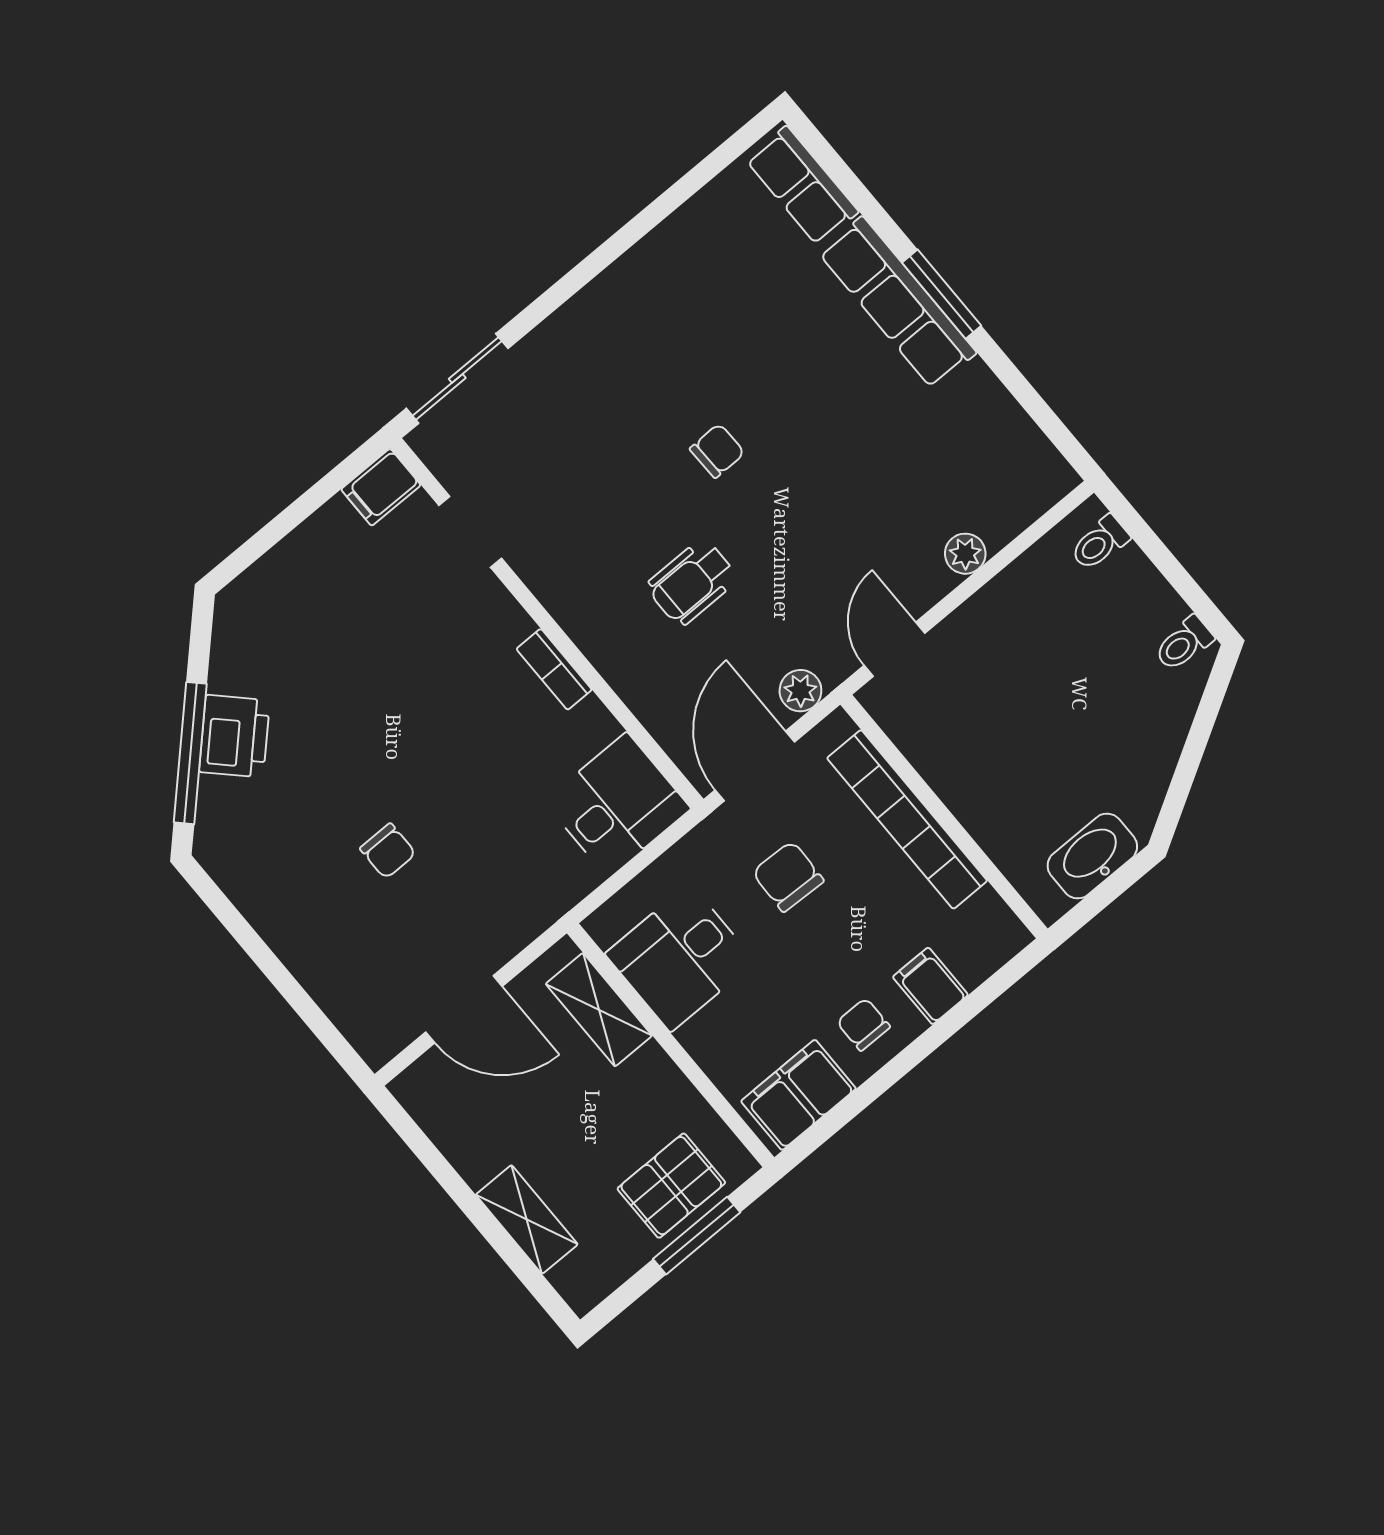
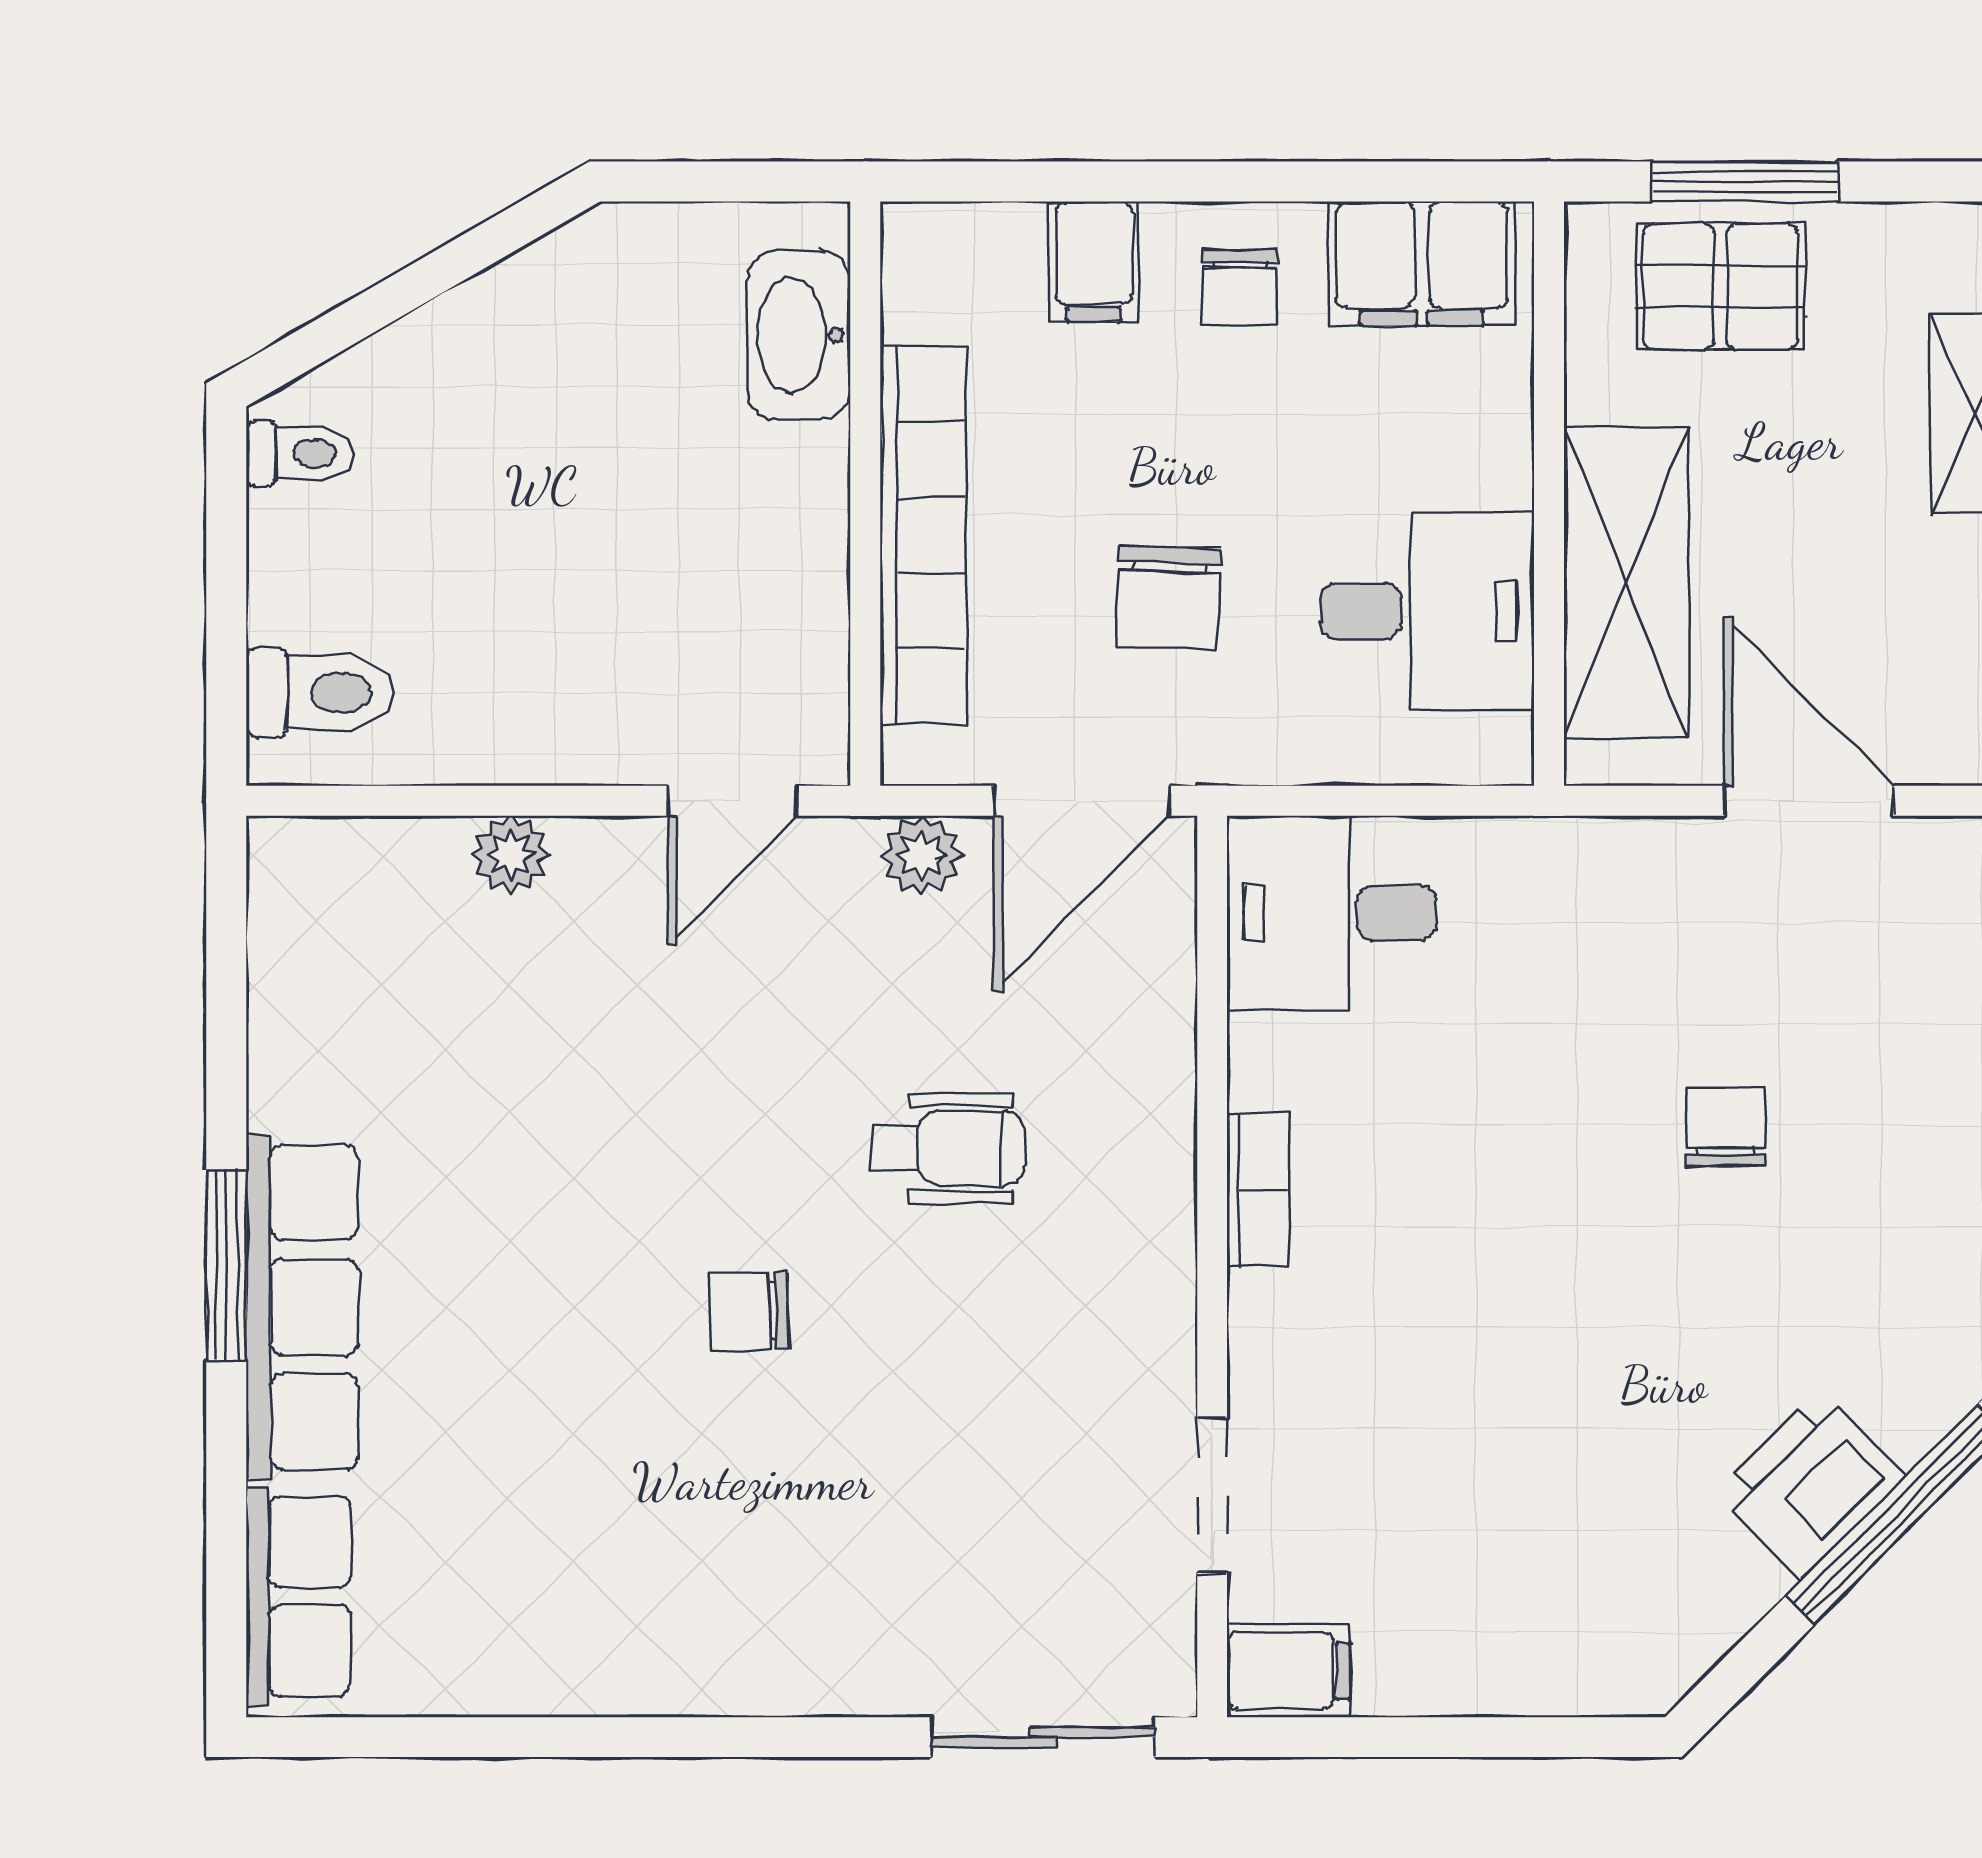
toilet: (1100, 543) -> (321, 693), width x1.37, depth x1.39
washbasin: (1092, 856) -> (799, 335), moved, turned 90
shelving: (599, 1010) -> (1626, 582), width x1.50, depth x1.33

